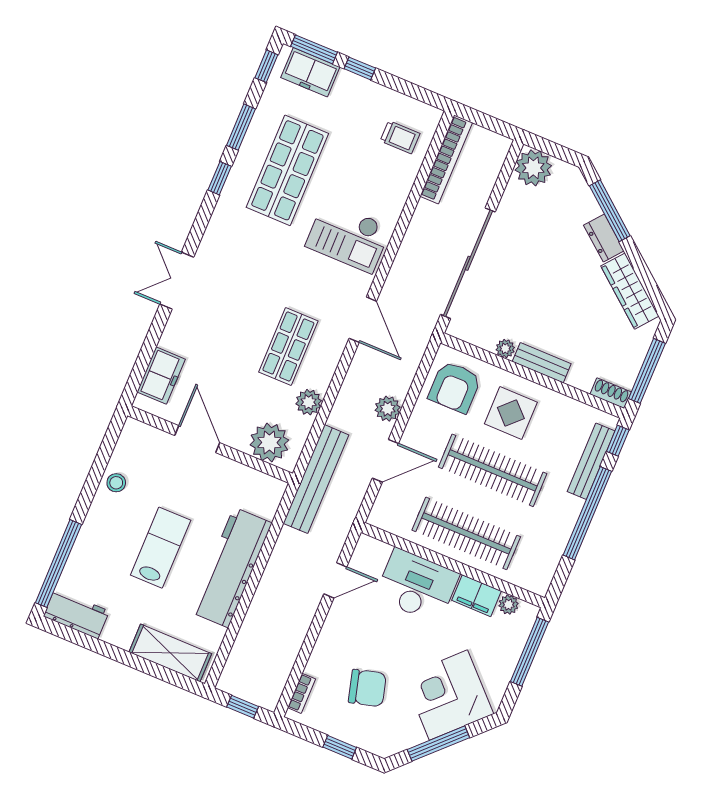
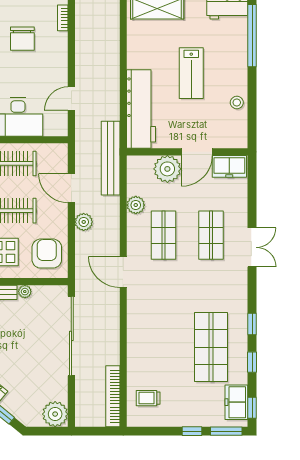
freezer: (310, 72) -> (236, 402), moved, turned -90
window: (241, 127) -> (252, 362), width x0.67
checkout: (348, 237) -> (155, 321), removed
shop shelf: (225, 320) -> (211, 235), added
freezer: (161, 376) -> (229, 166), moved, turned -90
door: (197, 439) -> (197, 152), hinge flipped
plant: (269, 442) -> (167, 169), moved
door: (385, 461) -> (71, 188), hinge flipped
workbench: (231, 568) -> (141, 109), moved
chair: (367, 688) -> (22, 39), turned -75

